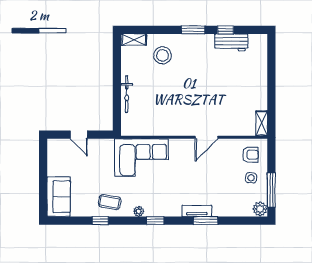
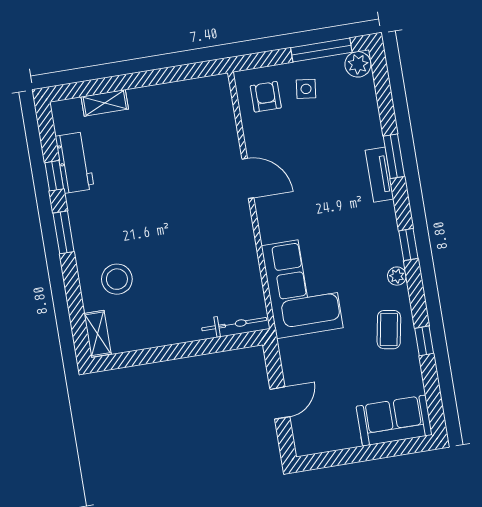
bicycle: (127, 94) -> (234, 324), moved
shelving: (262, 123) -> (105, 103), moved

